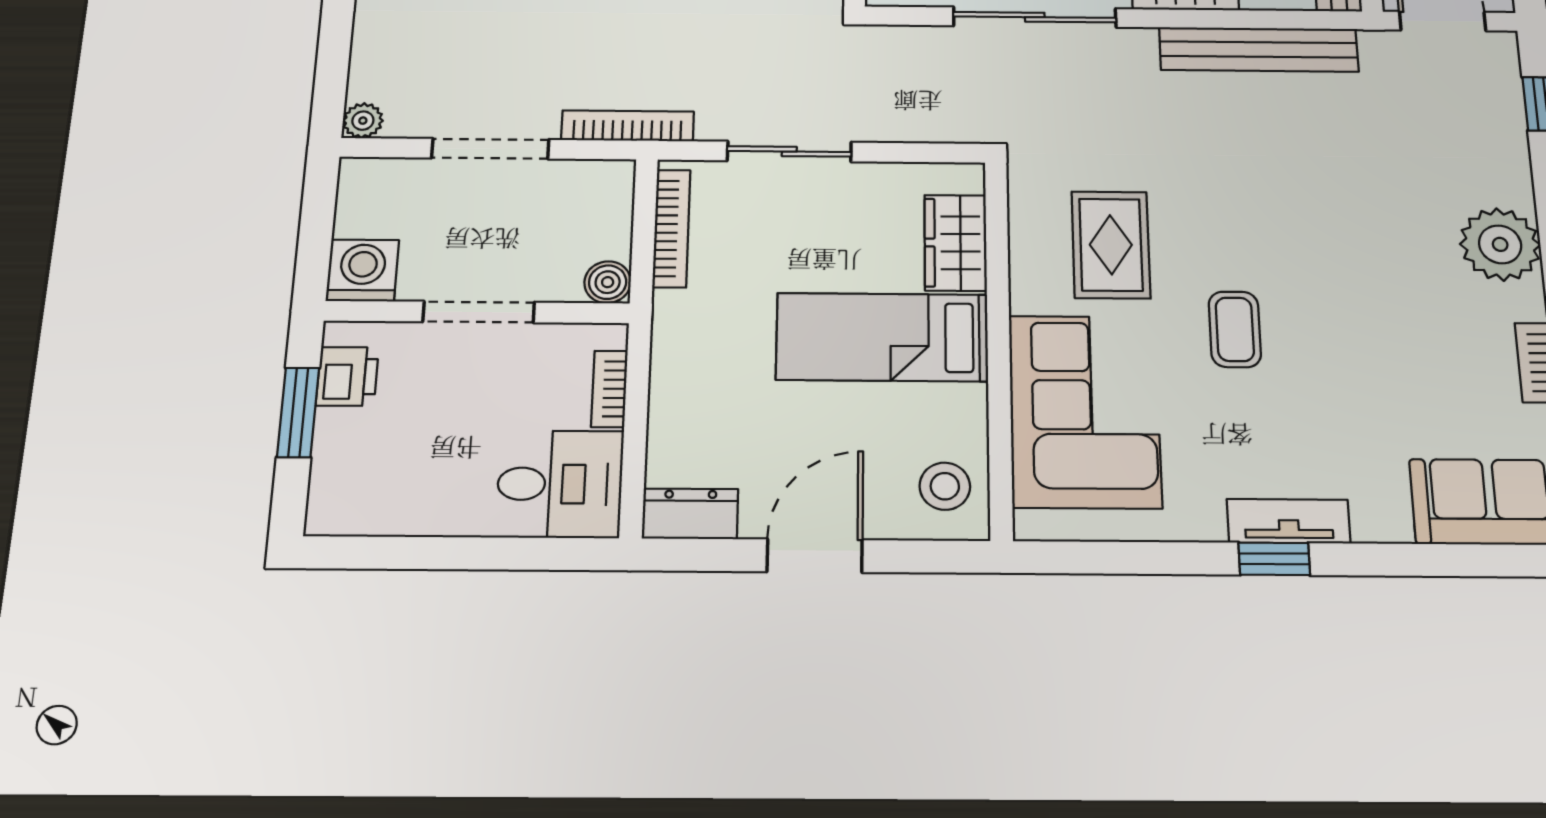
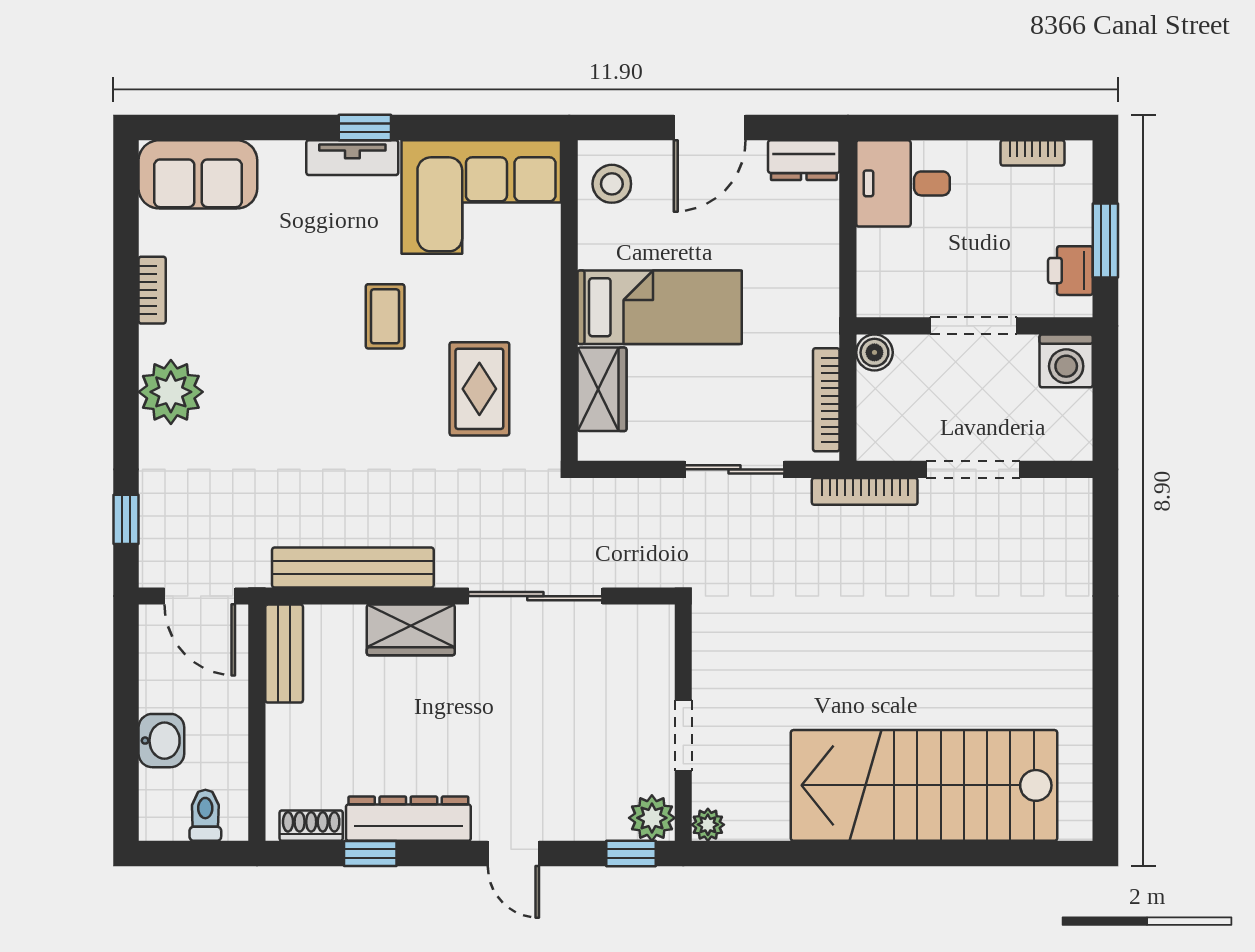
plant: (363, 121) -> (1077, 494), removed
bookcase: (609, 389) -> (1032, 153), moved, turned 90
corner sofa: (1085, 411) -> (481, 197), moved, turned -90

